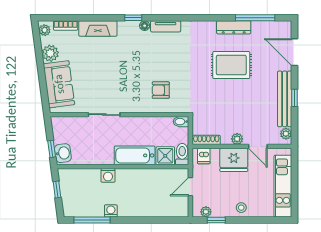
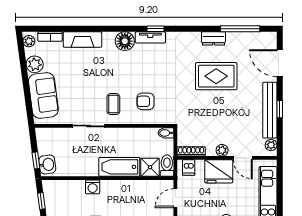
window: (133, 18) -> (156, 29), moved
floor lamp: (145, 26) -> (125, 41), width x1.89, depth x1.89
dresser: (234, 27) -> (213, 38), width x0.70
coffee table: (129, 93) -> (113, 104), added

